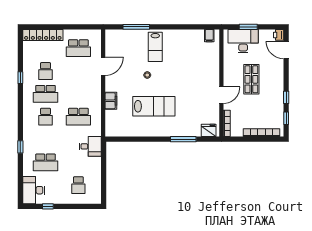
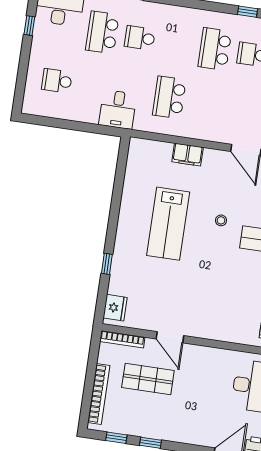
shop shelf: (251, 79) -> (148, 379), moved
school desk: (45, 117) -> (140, 38), moved
window: (183, 139) -> (107, 264), width x0.46

